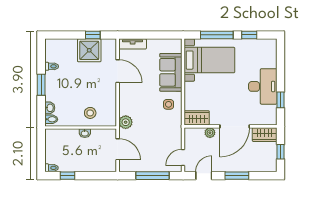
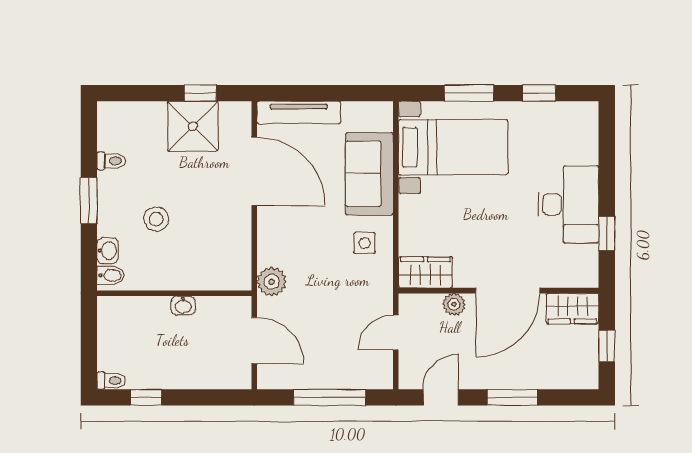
window: (217, 35) -> (469, 93), width x0.69
tv unit: (133, 44) -> (299, 112), width x1.41
door: (118, 71) -> (254, 171), width x1.36
stool: (90, 113) -> (156, 219), moved
door: (183, 157) -> (396, 332), moved

